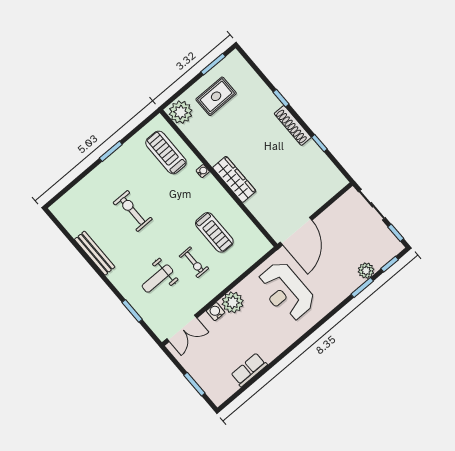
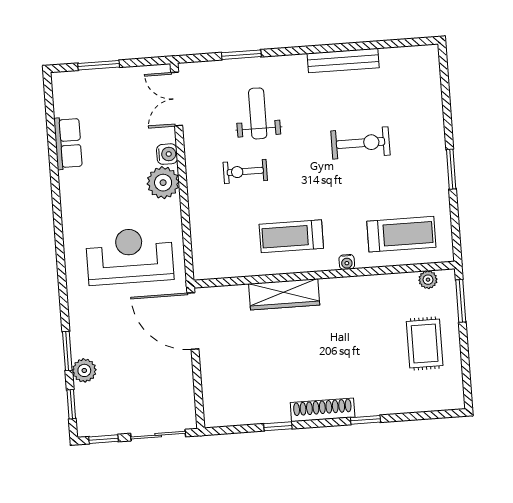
window: (213, 64) -> (461, 301), moved
plant: (181, 112) -> (428, 280), width x0.53, depth x0.53
wardrobe: (234, 179) -> (284, 294), moved
treadmill: (214, 232) -> (291, 236), moved

